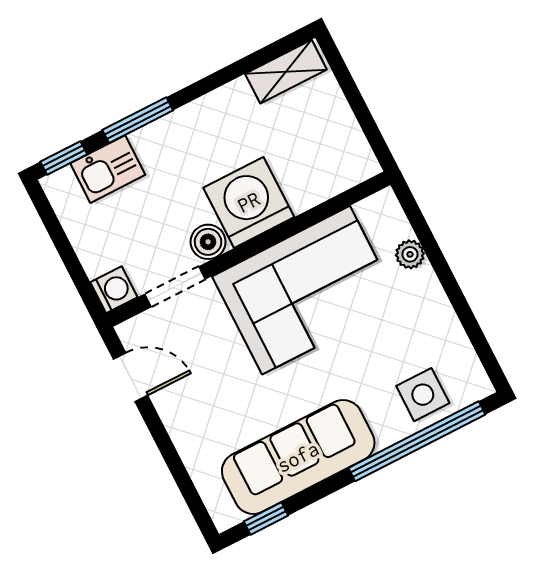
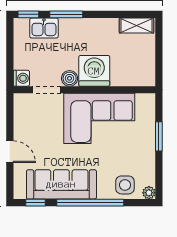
plant: (410, 254) -> (149, 193), moved
window: (440, 266) -> (159, 136), added
door: (130, 377) -> (10, 152), moved
window: (417, 441) -> (90, 203), moved

